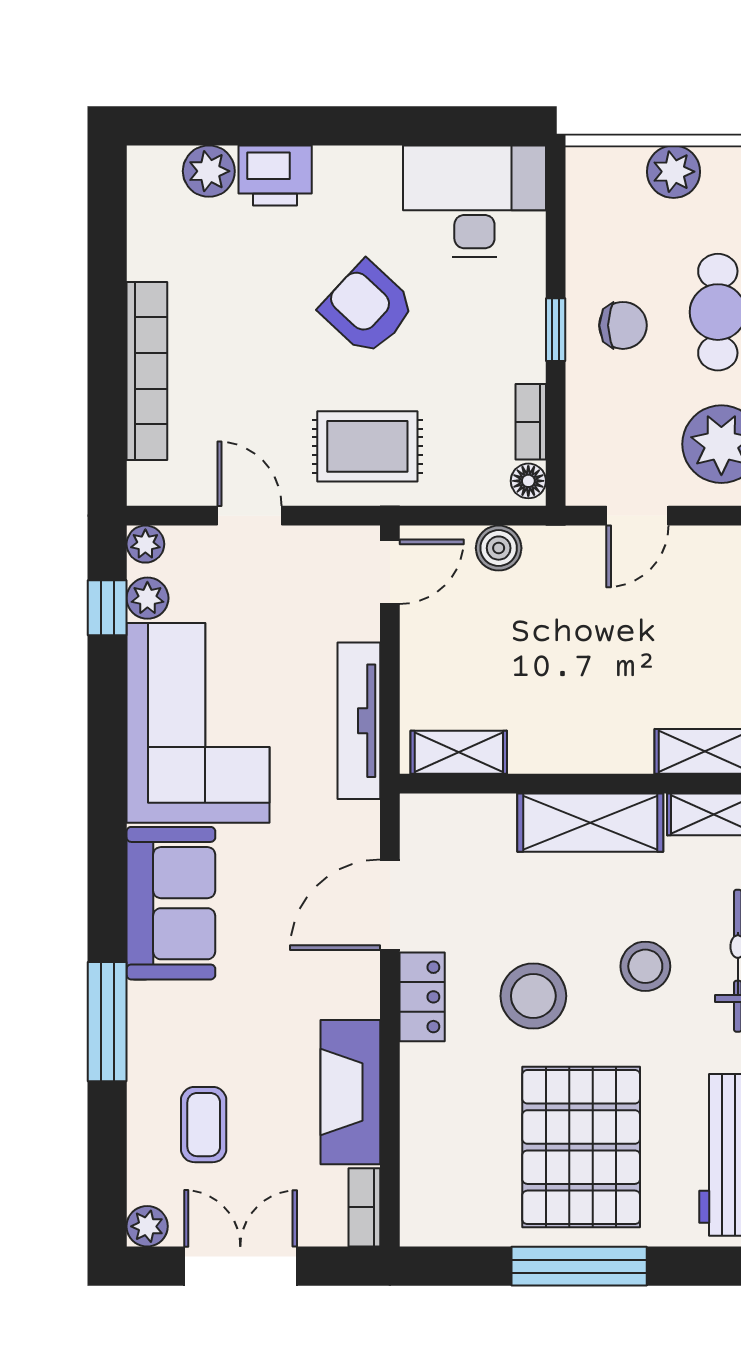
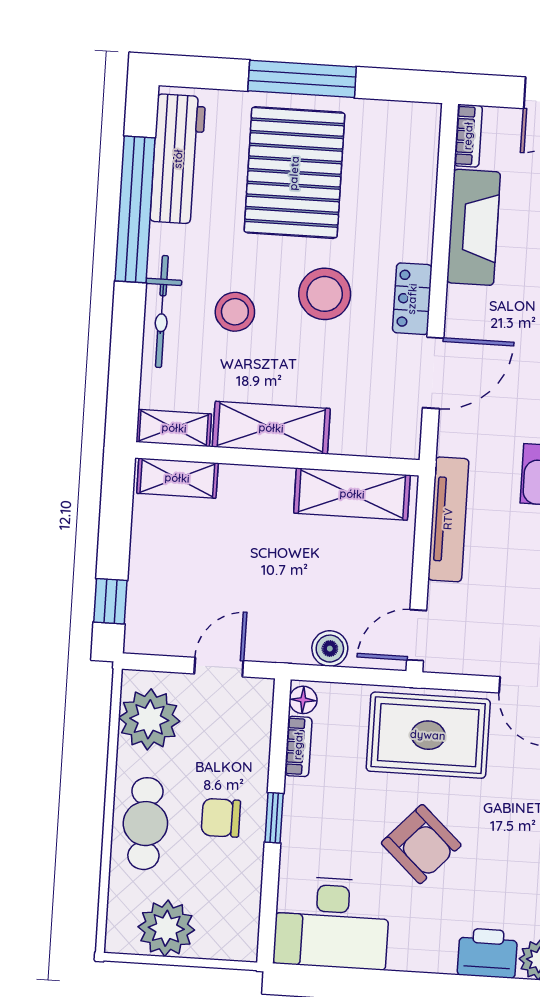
plant: (674, 172) -> (166, 928), width x1.36, depth x1.36
rug: (367, 446) -> (428, 735), width x1.36, depth x1.43
shelving: (459, 752) -> (352, 494), width x1.50, depth x1.33

